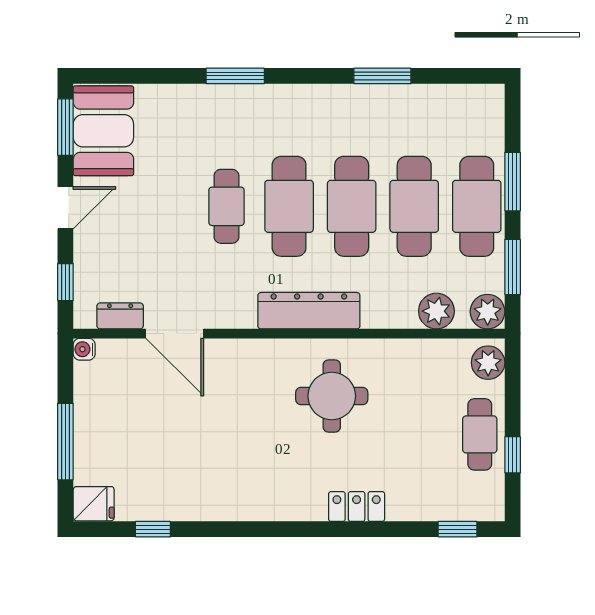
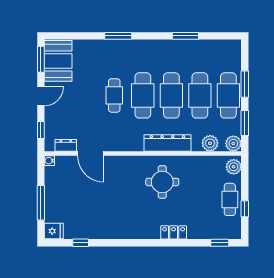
dresser: (309, 311) -> (167, 143), moved

